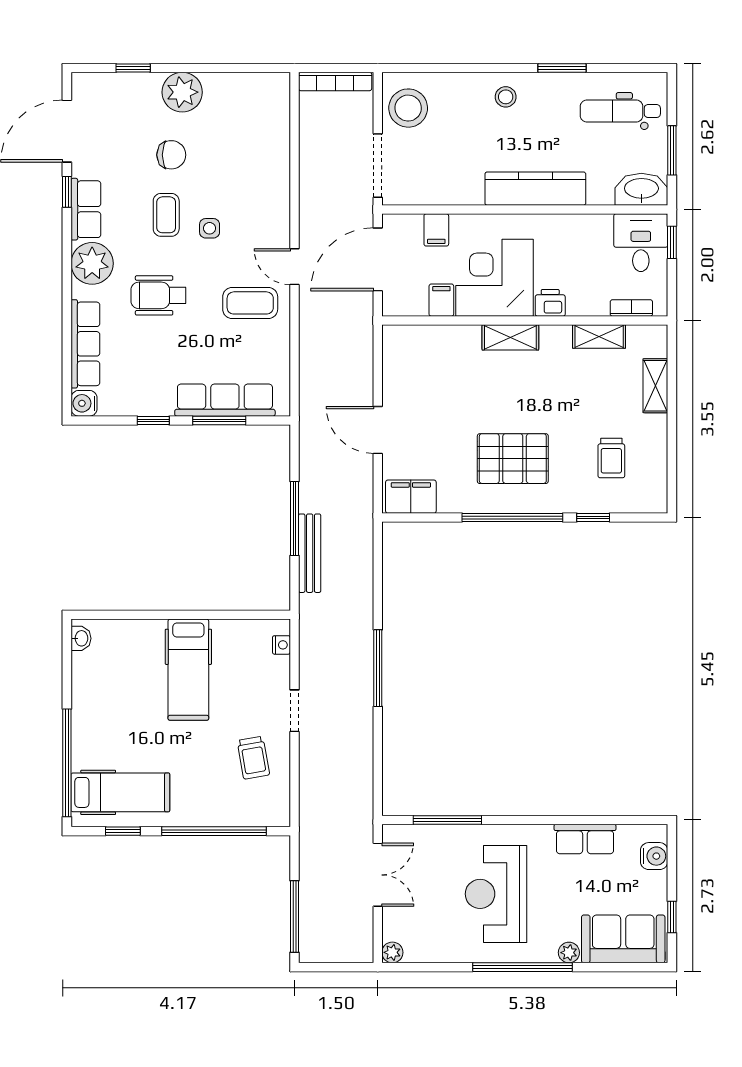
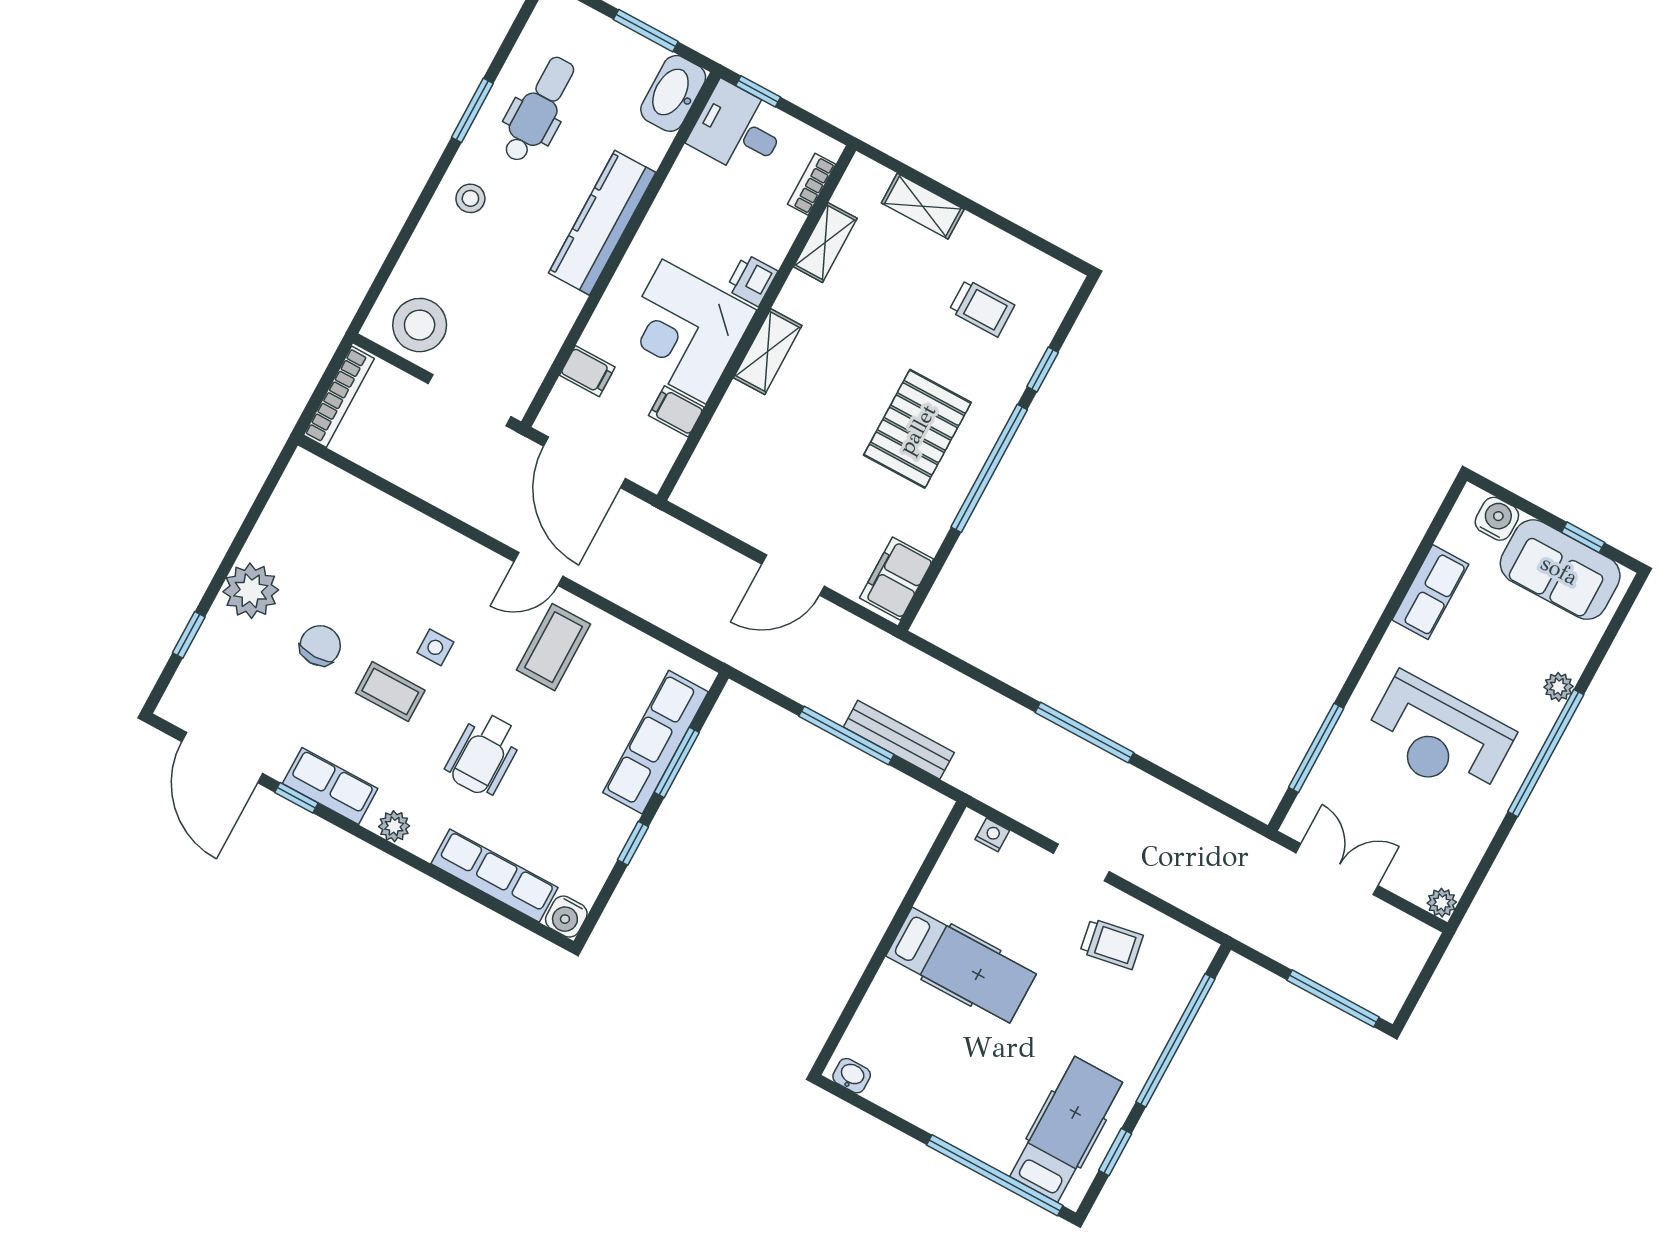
dental chair: (620, 111) -> (538, 109), moved, turned 180
plant: (92, 263) -> (394, 826), width x0.53, depth x0.53
sofa: (623, 939) -> (1560, 570), moved, turned -90

